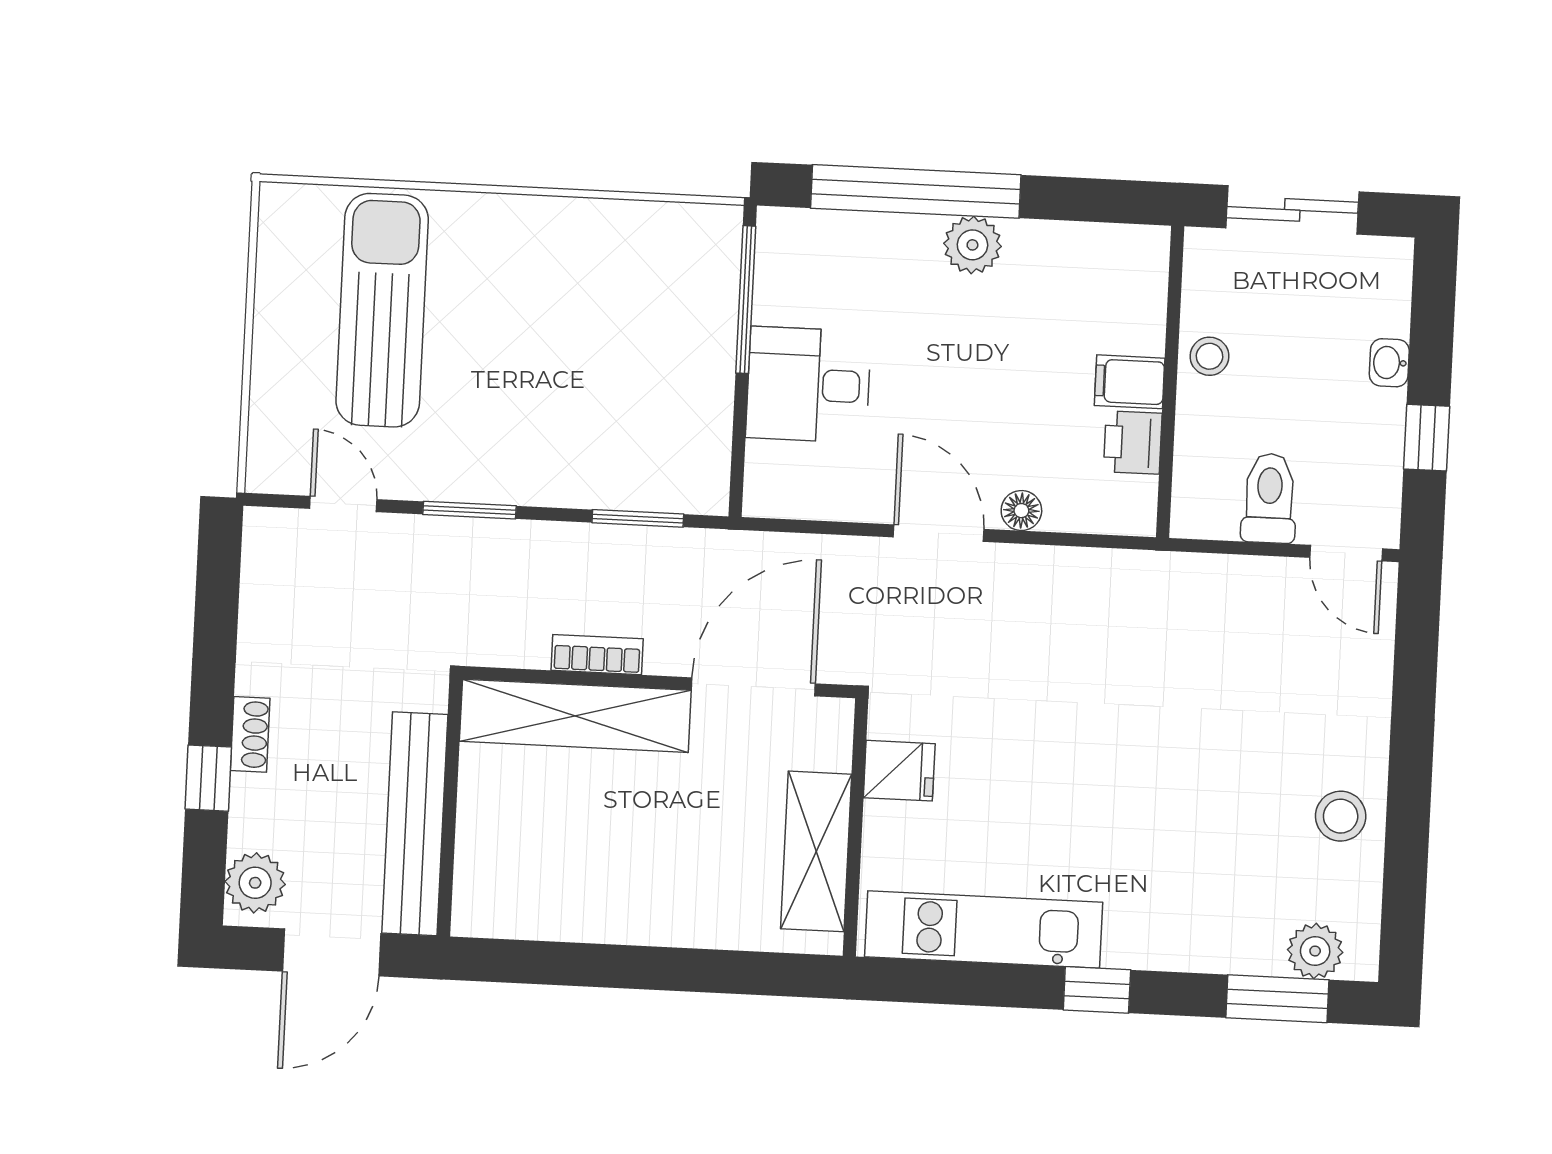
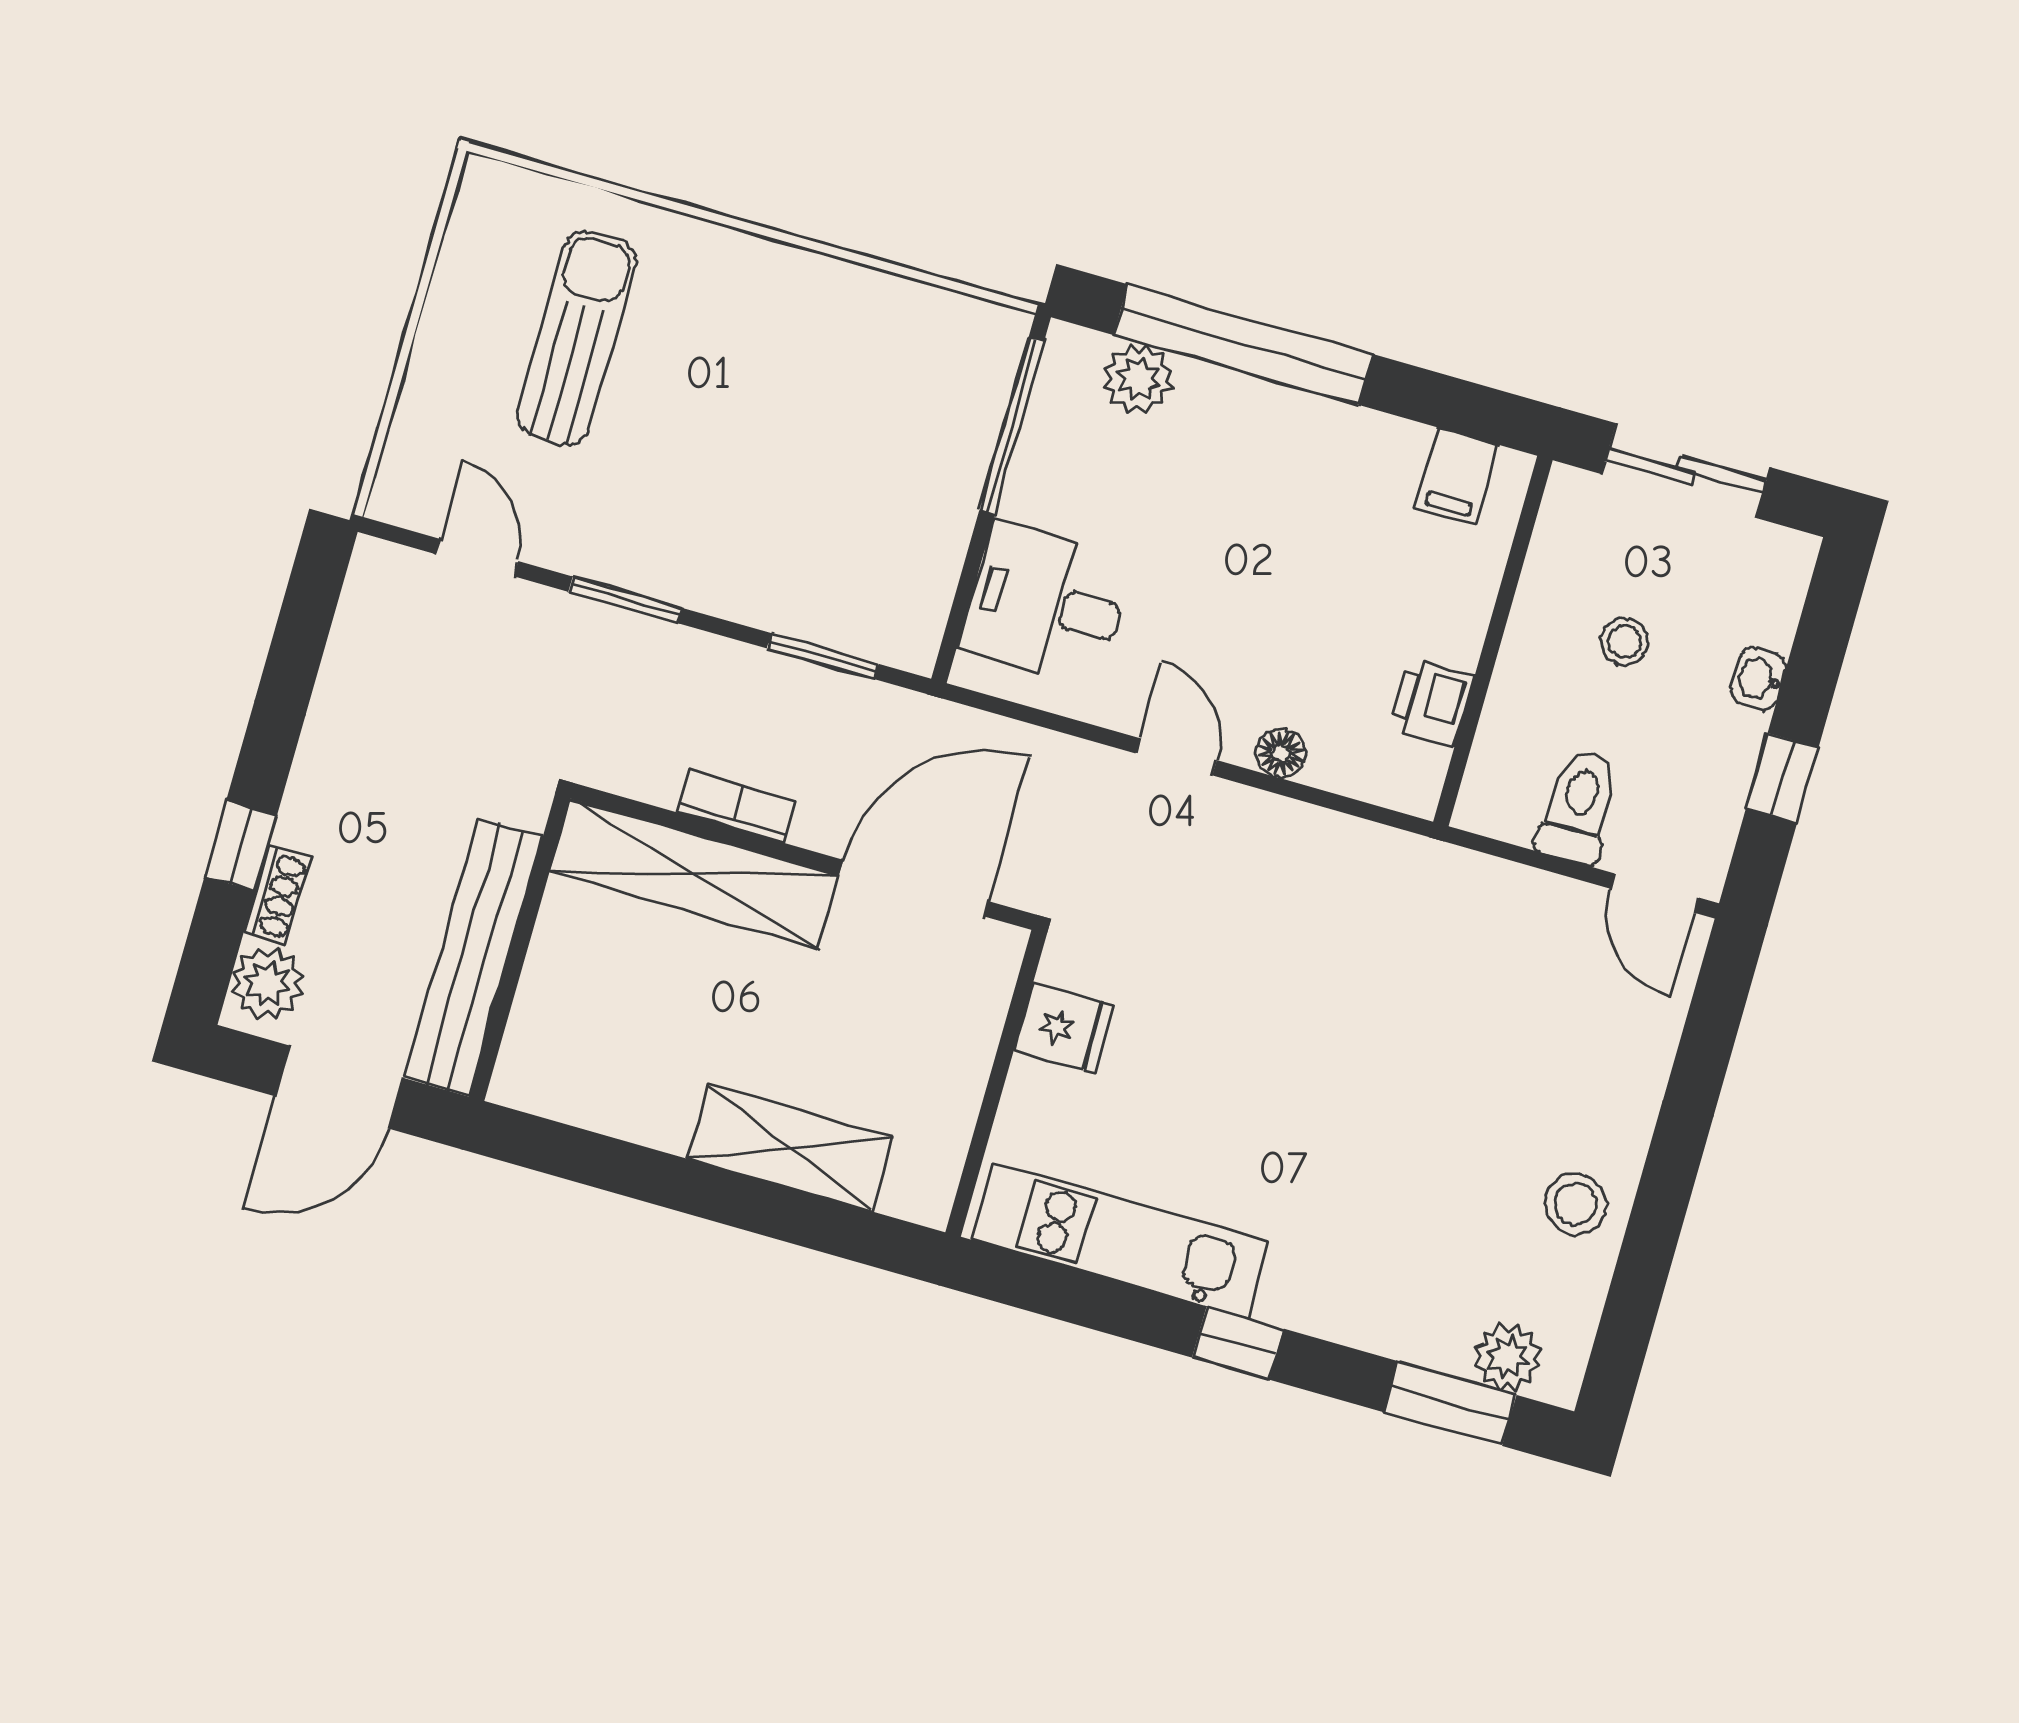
plant: (972, 245) -> (1138, 379), moved
sun lounger: (382, 310) -> (577, 338), width x0.73, depth x0.75
stool: (1210, 356) -> (1624, 641), moved
filing cabinet: (1130, 382) -> (1457, 476), moved, turned -90
desk: (809, 385) -> (1046, 604), moved
door: (939, 533) -> (1176, 757), width x0.73
shoe rack: (250, 734) -> (277, 895), moved
shelving: (816, 851) -> (791, 1148), moved, turned 90

